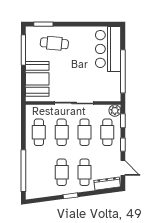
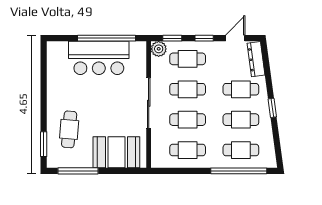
bar counter: (108, 49) -> (99, 58), moved
cafe table: (39, 172) -> (241, 150), added

